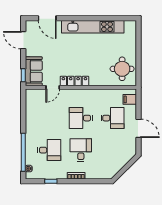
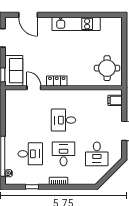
kitchen unit: (93, 27) -> (76, 24), width x0.73
locker: (74, 81) -> (57, 81), width x0.66
door: (53, 87) -> (34, 88), swing flipped
desk: (112, 118) -> (97, 154), moved, turned 90

